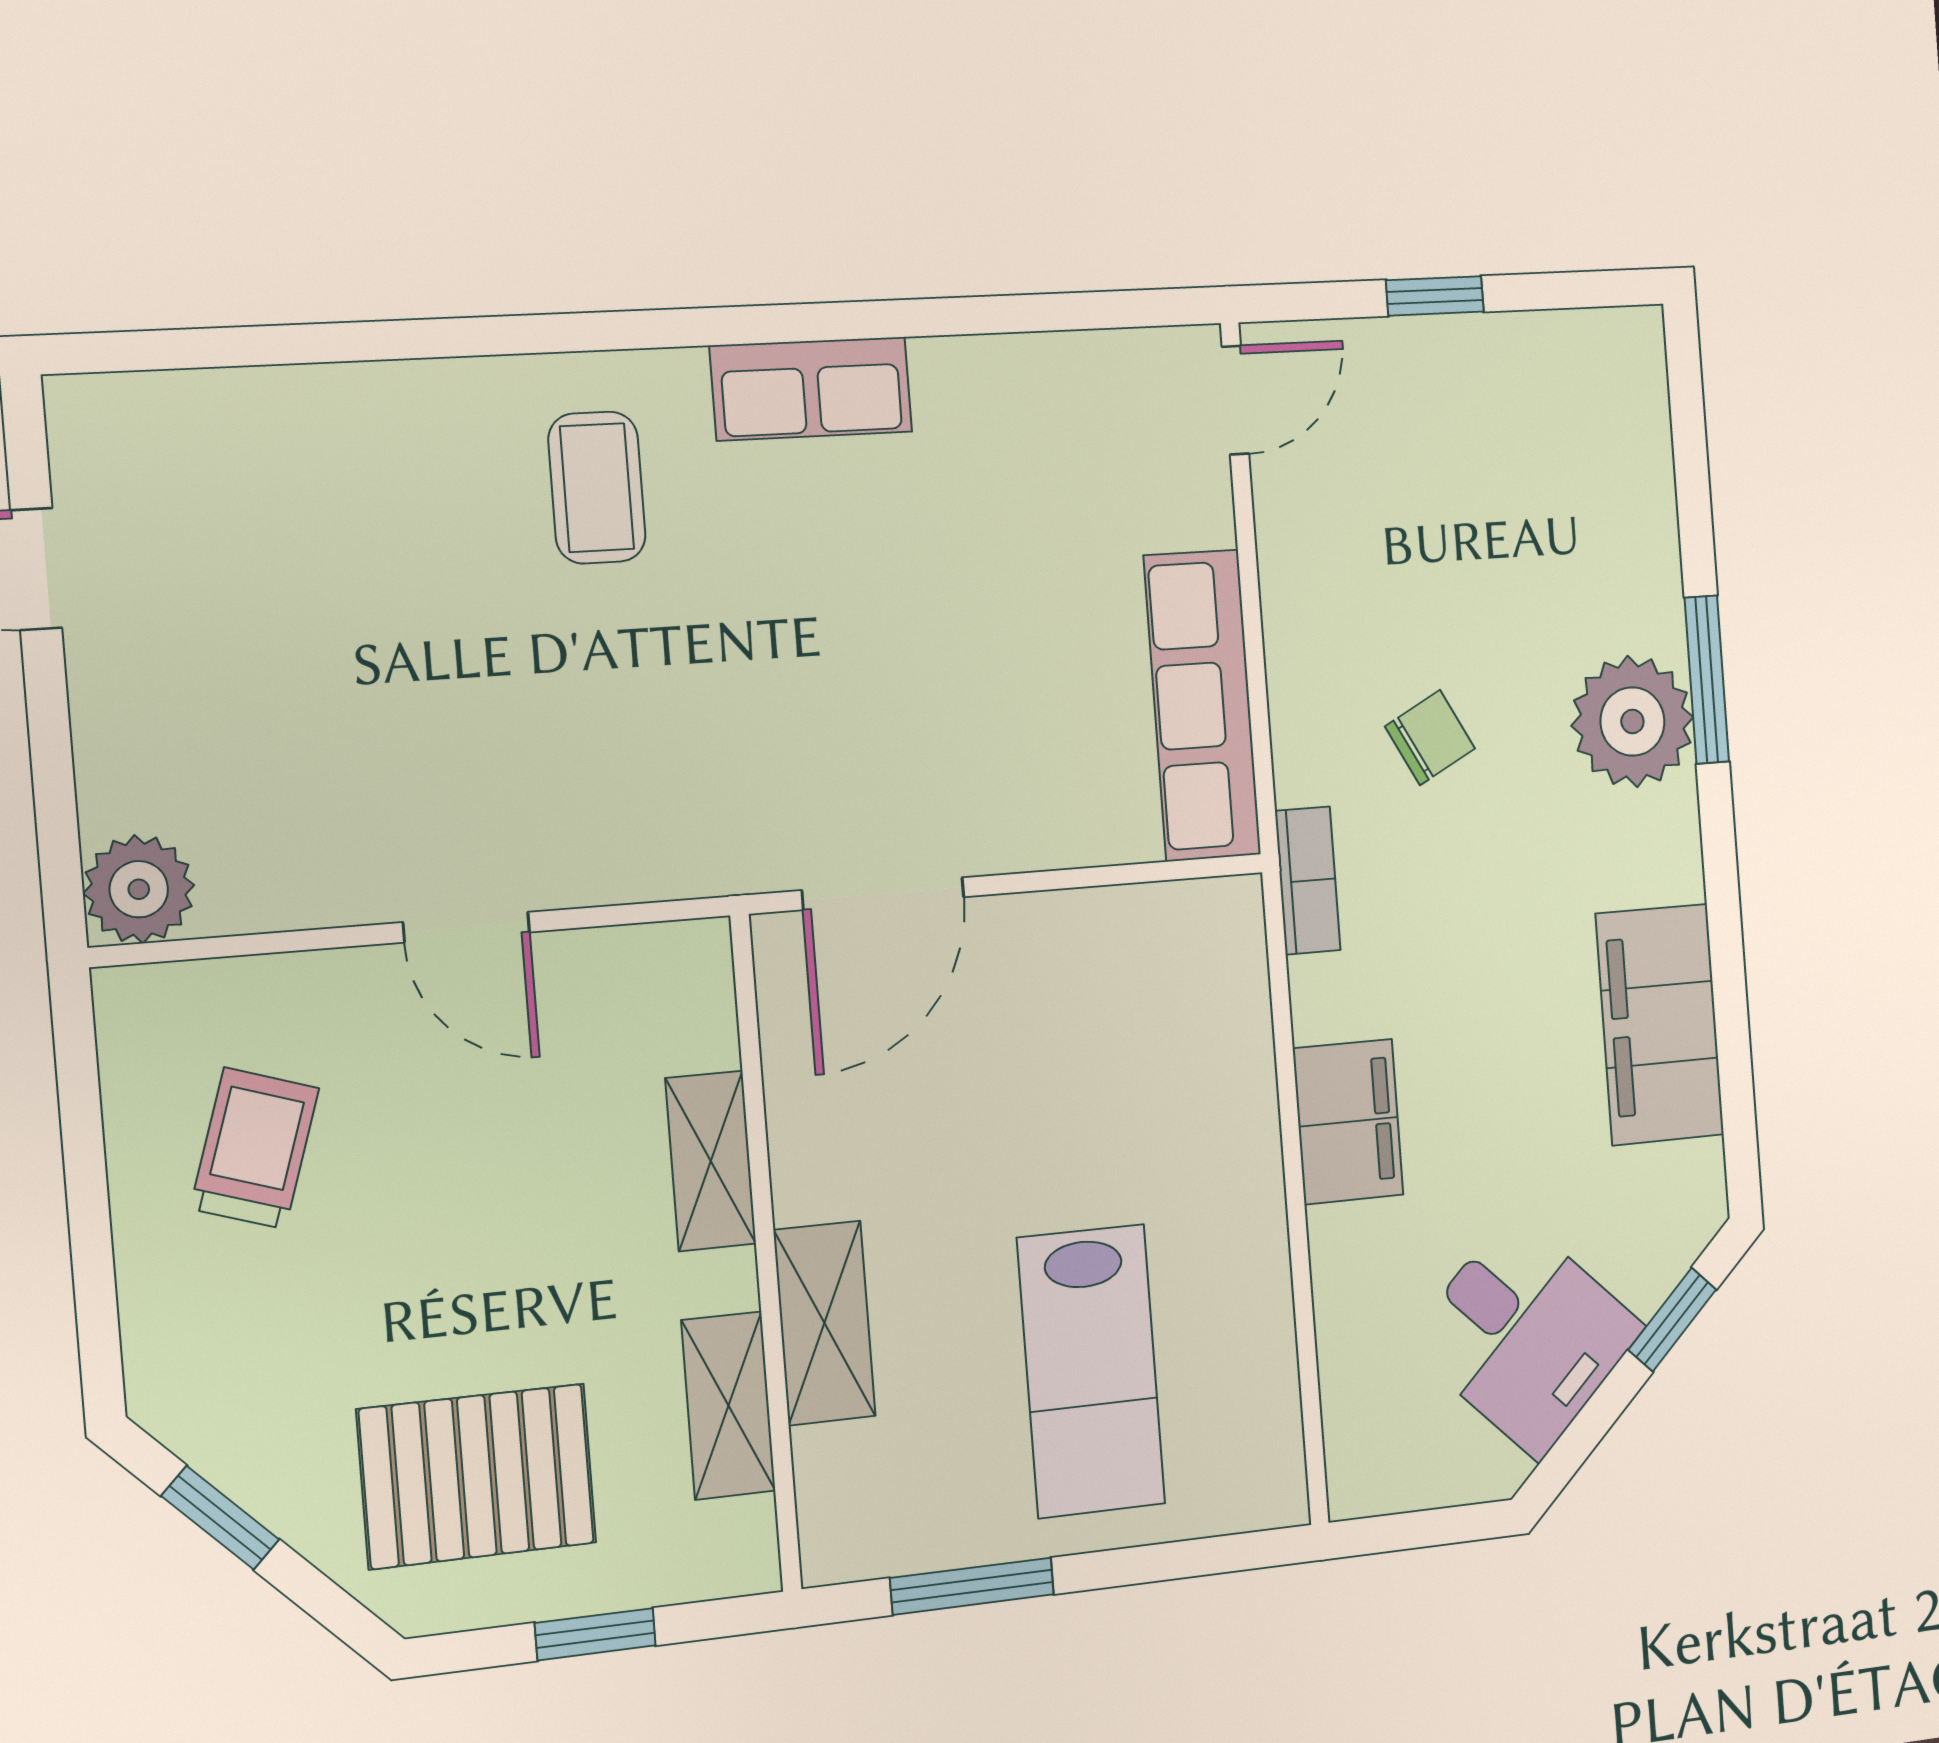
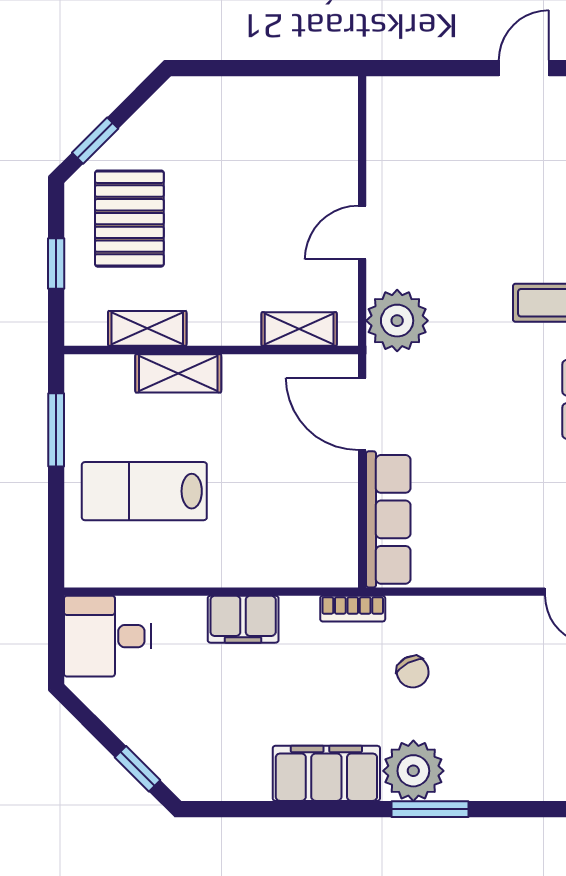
row of seats: (1202, 705) -> (388, 519), moved, turned 90
plant: (139, 889) -> (397, 321), moved, width x1.36, depth x1.36
filing cabinet: (1660, 1024) -> (326, 773), moved
trolley: (255, 1148) -> (277, 137), removed
shelving: (711, 1161) -> (299, 329), moved
desk: (1525, 1335) -> (108, 636), moved, turned 45
window: (220, 1518) -> (95, 141), moved

